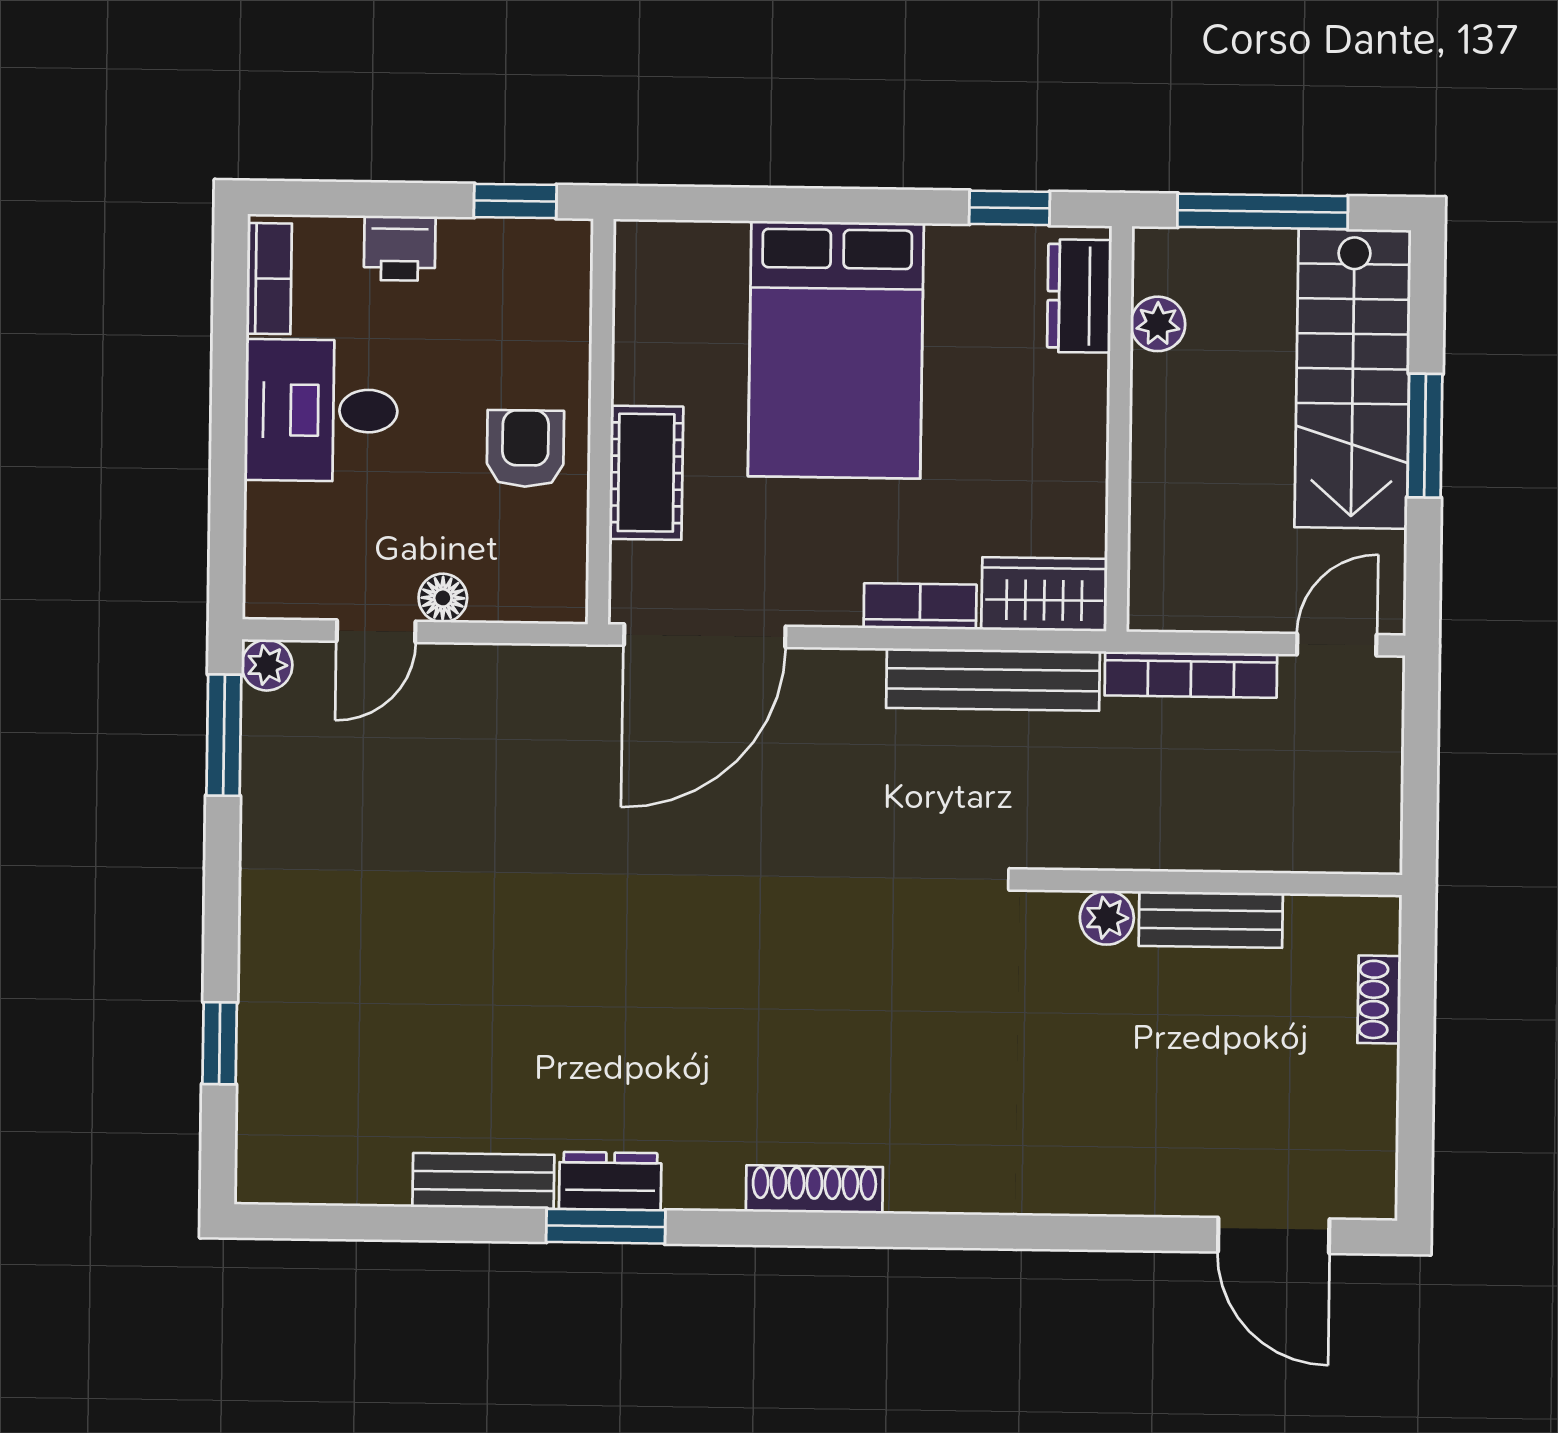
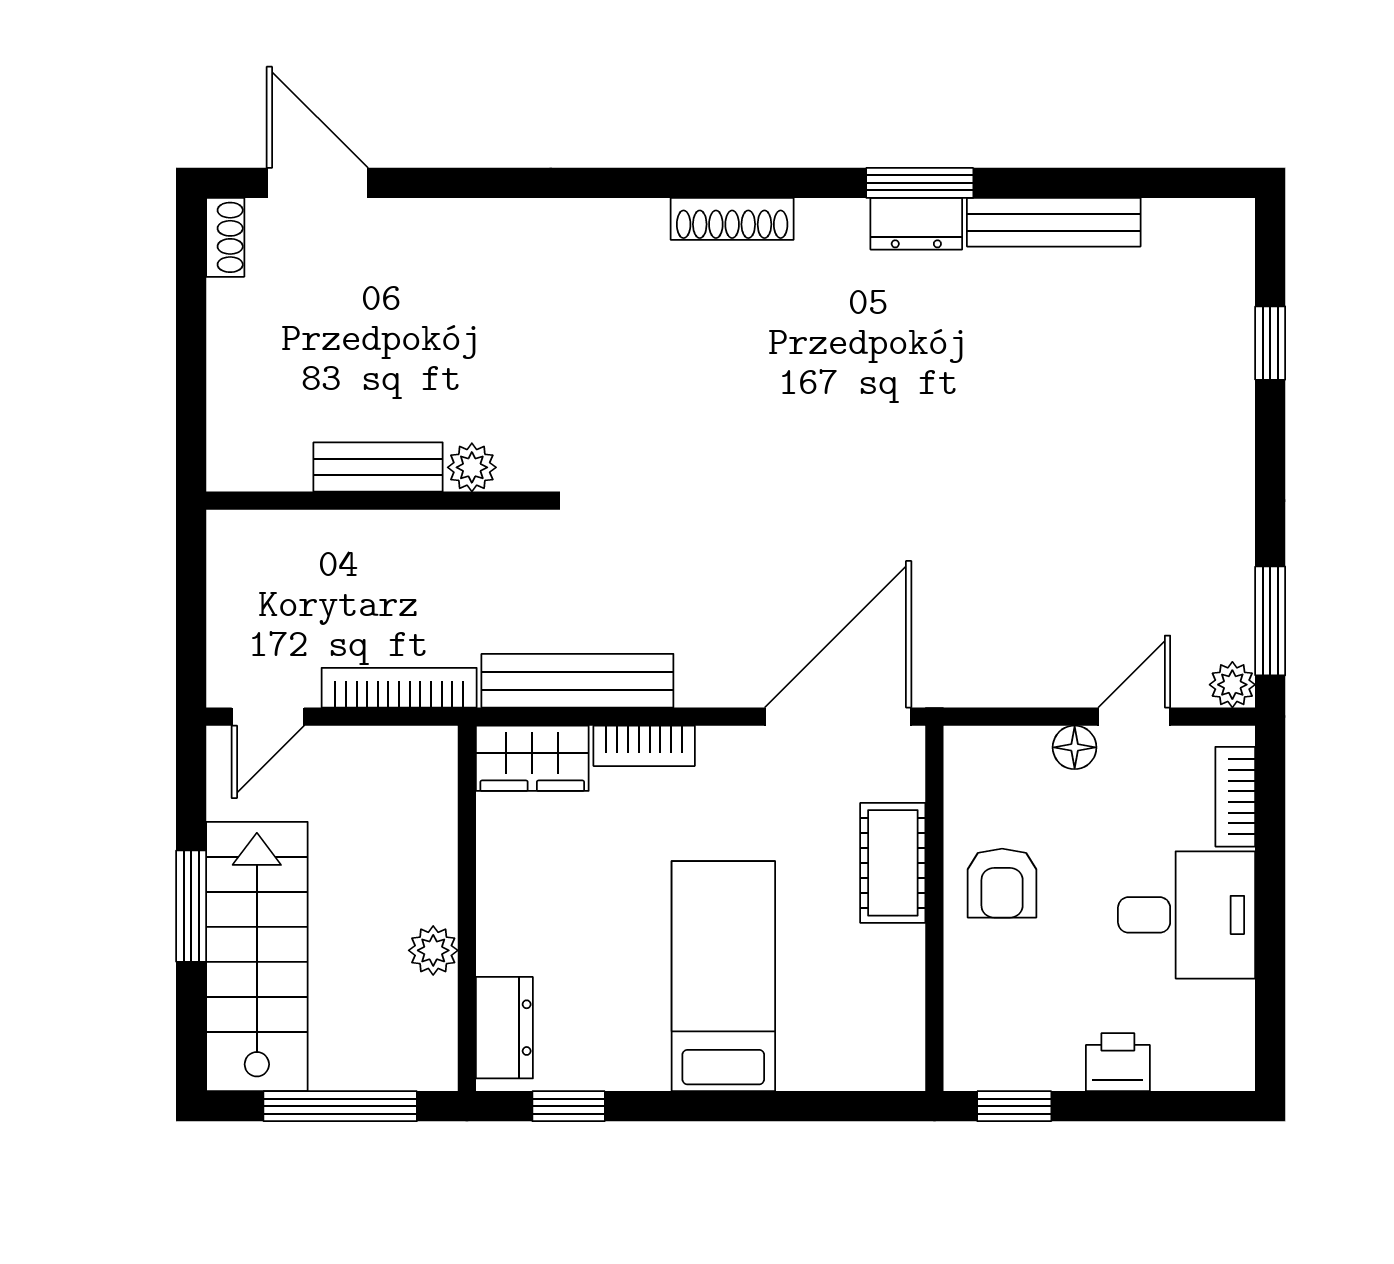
bookcase: (269, 279) -> (1235, 797), moved
plant: (1158, 324) -> (433, 950), moved
bed: (836, 350) -> (723, 976), width x0.67
shoe rack: (1379, 999) -> (225, 237), moved
bench: (483, 1181) -> (1054, 222), width x1.36

